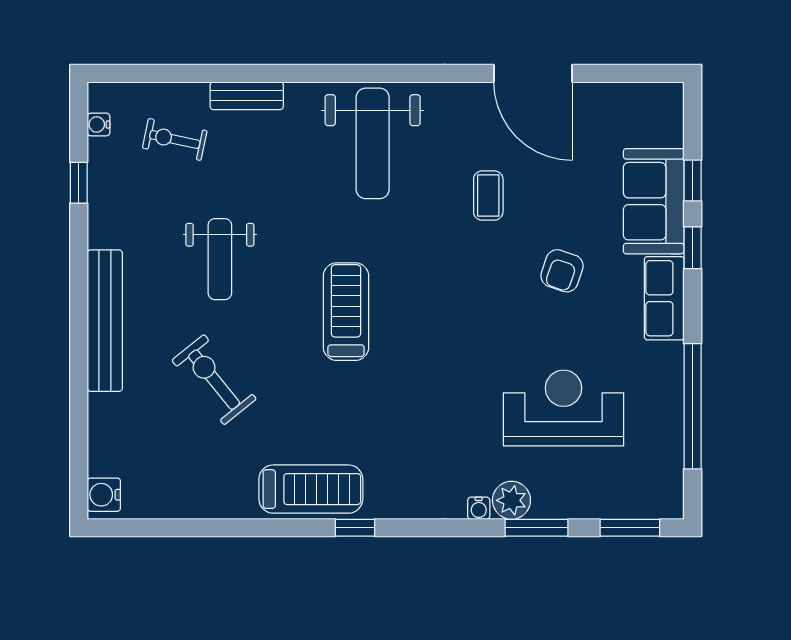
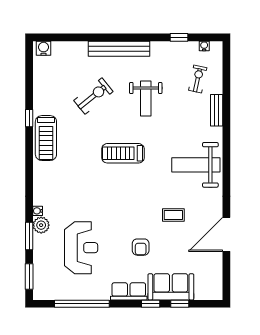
weight bench: (220, 259) -> (146, 99), turned -90
armchair: (562, 271) -> (141, 247), turned -109
treadmill: (346, 312) -> (123, 153), turned 180
window: (355, 528) -> (29, 118), moved

